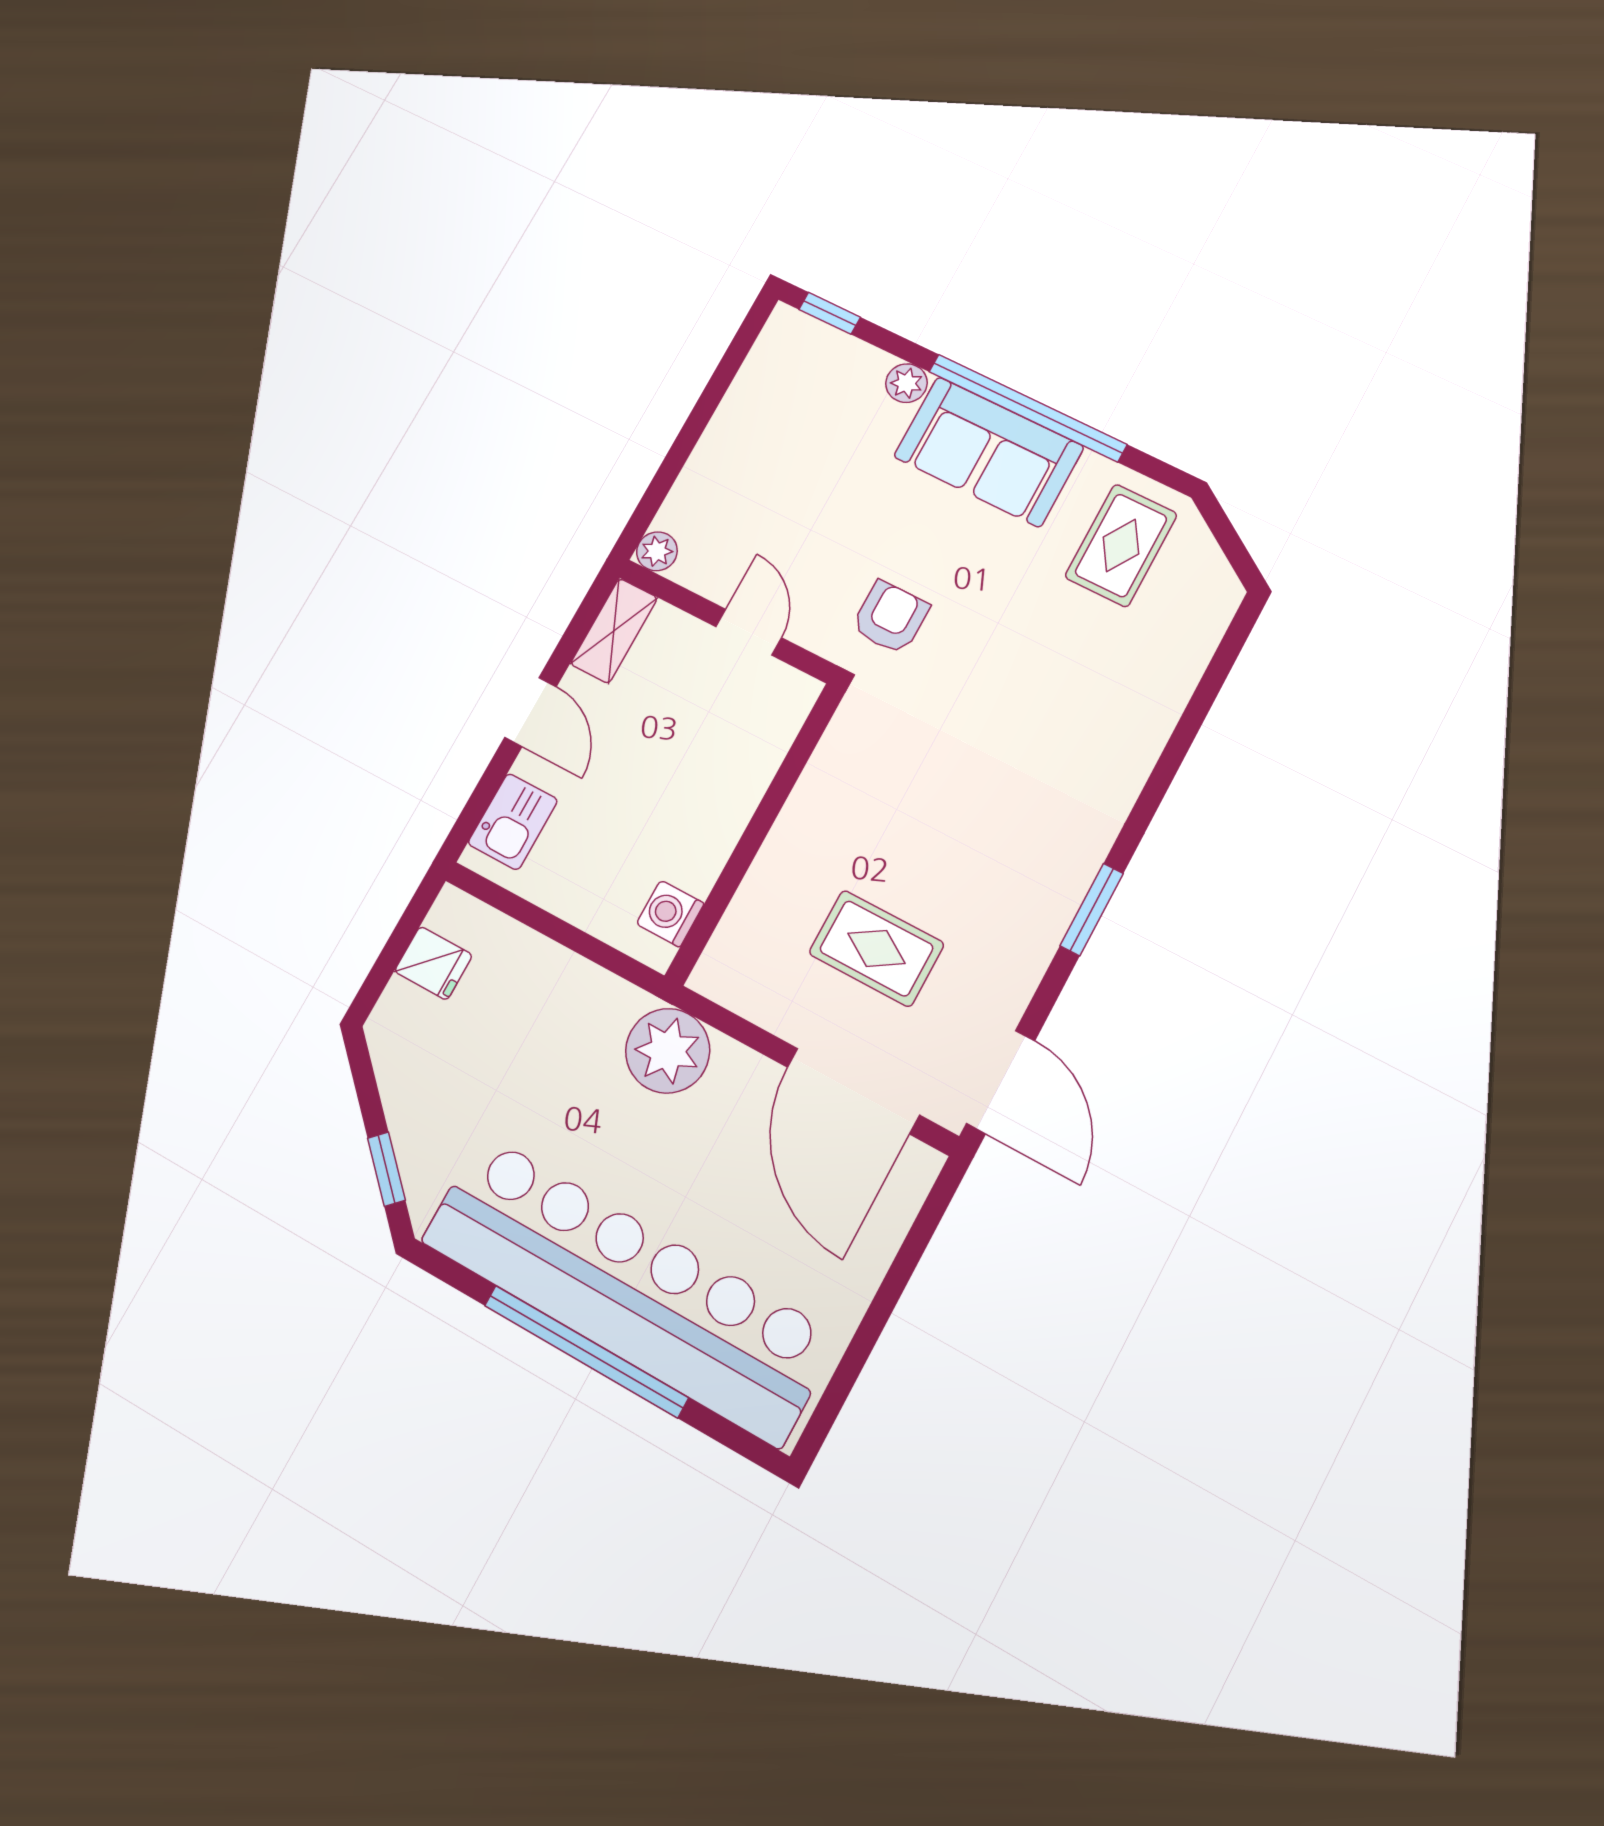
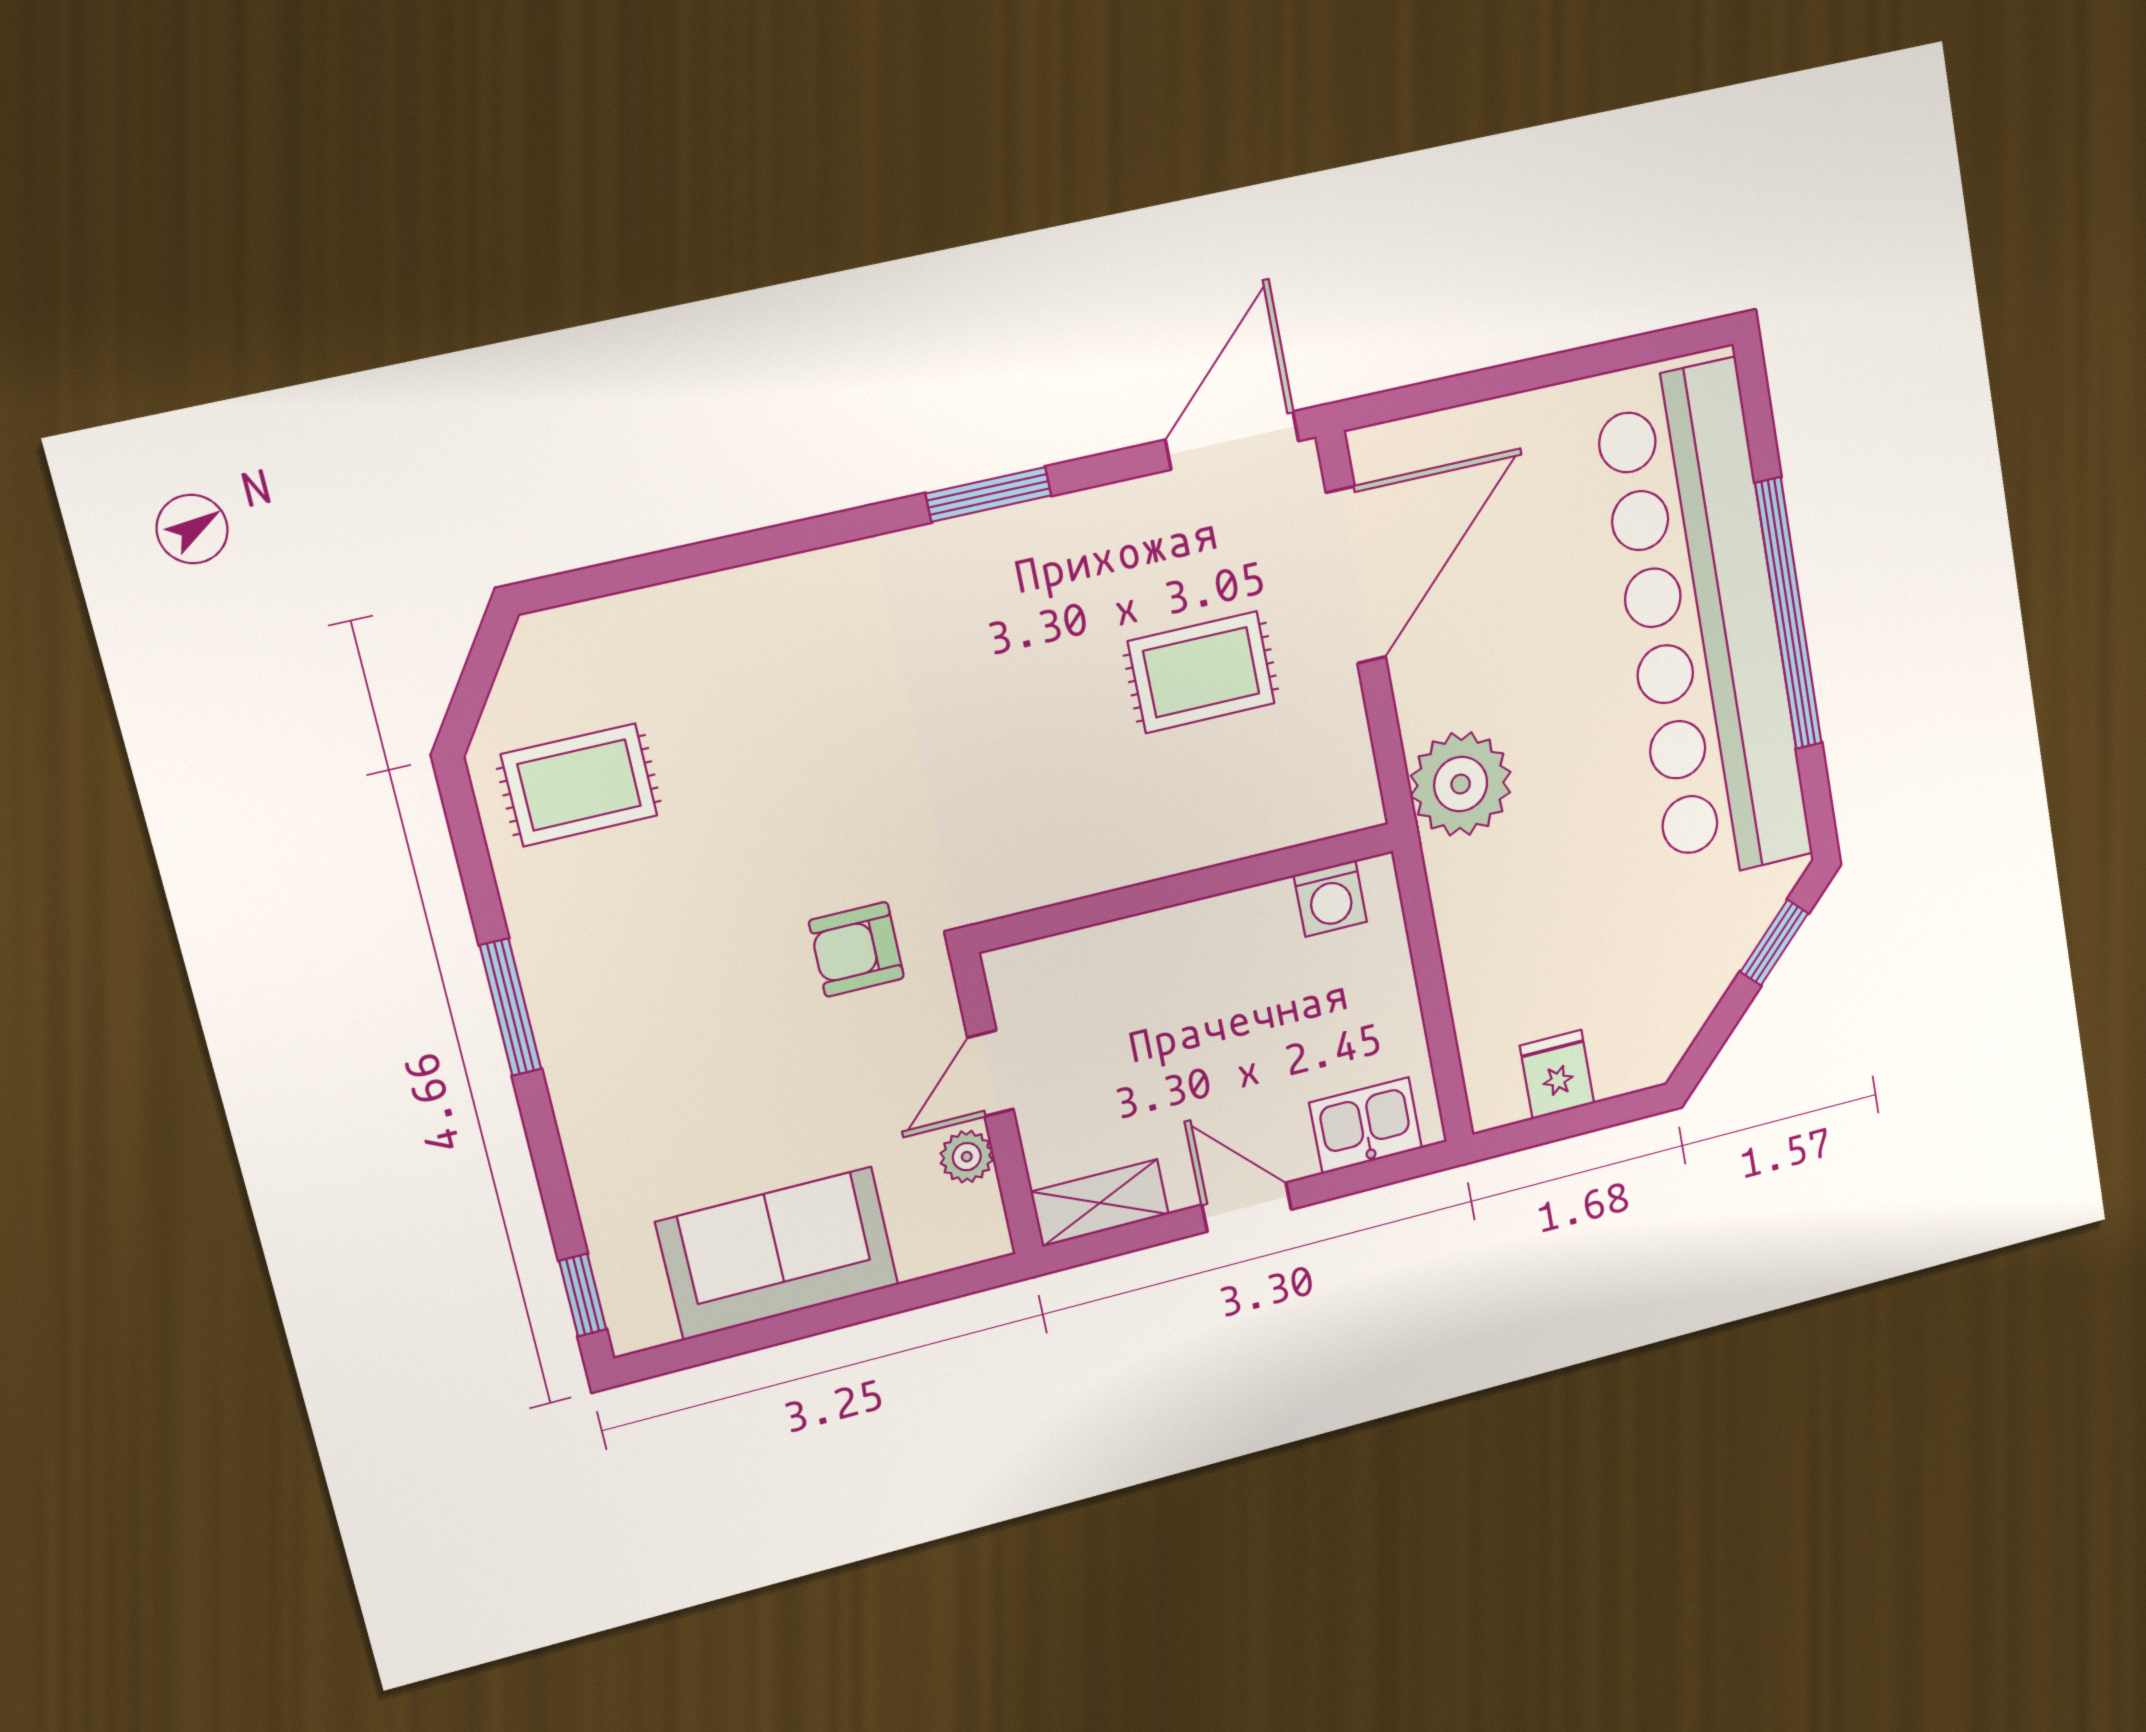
plant: (906, 383) -> (591, 1152), removed
window: (1027, 408) -> (510, 1007), width x0.47
sofa: (989, 452) -> (778, 1253), moved, turned -90
plant: (657, 551) -> (967, 1157), moved
door: (531, 712) -> (1247, 1207), hinge flipped
rug: (876, 948) -> (1201, 672), turned 90

